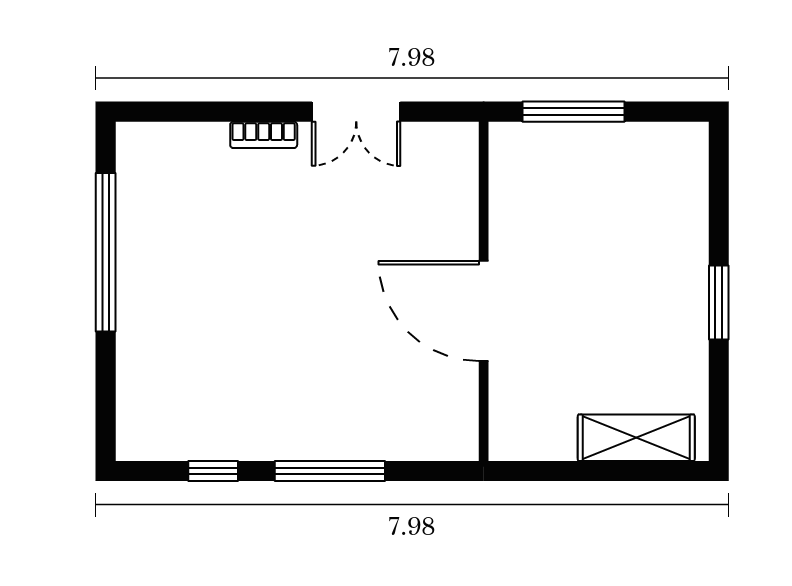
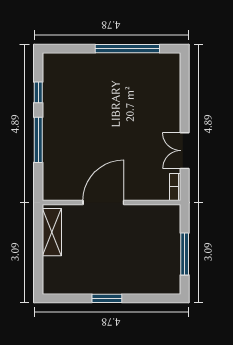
window: (573, 112) -> (185, 254), moved
bookcase: (264, 135) -> (175, 187), moved
shelving: (636, 438) -> (52, 232), moved

